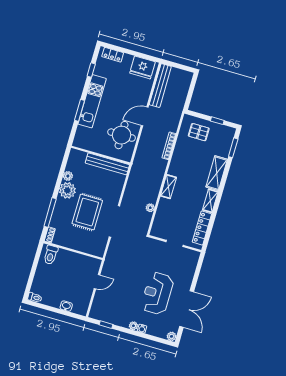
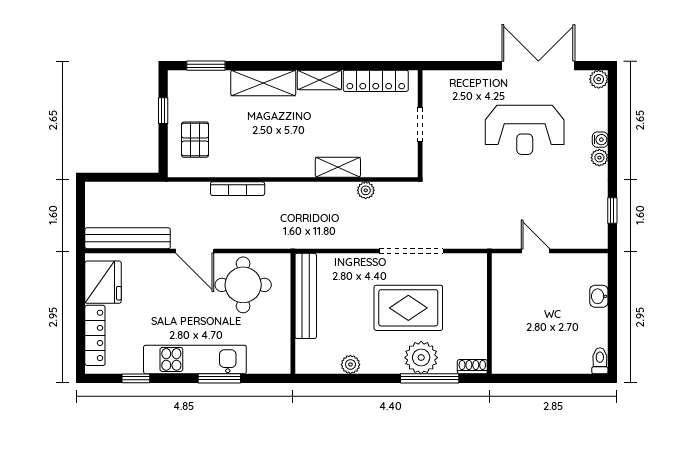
locker: (113, 55) -> (95, 335), width x1.53
shelving: (168, 187) -> (338, 167), moved
plant: (67, 190) -> (421, 358), moved
toilet: (51, 255) -> (510, 354), removed

